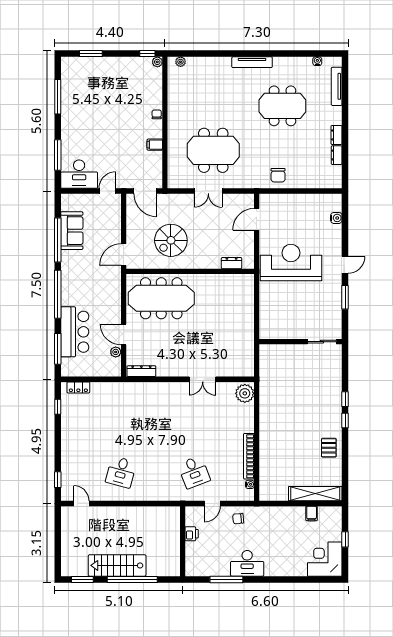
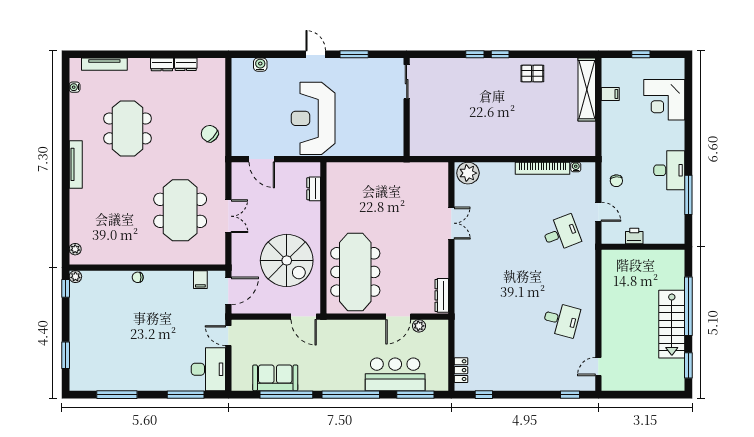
filing cabinet: (155, 145) -> (200, 280), moved
chair: (278, 175) -> (210, 134), turned -137
spiral stairs: (171, 240) -> (287, 260), width x1.37, depth x1.37
corner desk: (325, 559) -> (664, 100), moved

